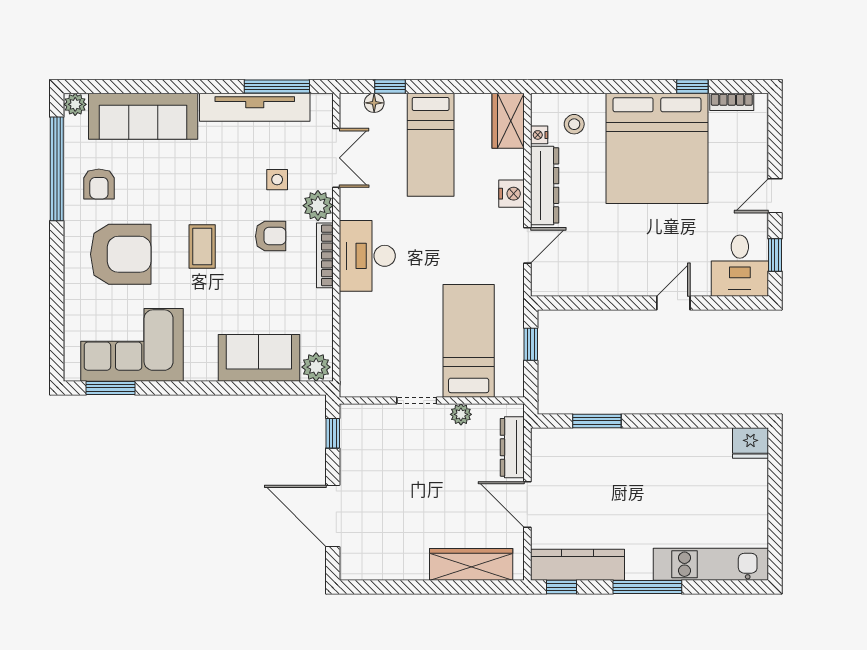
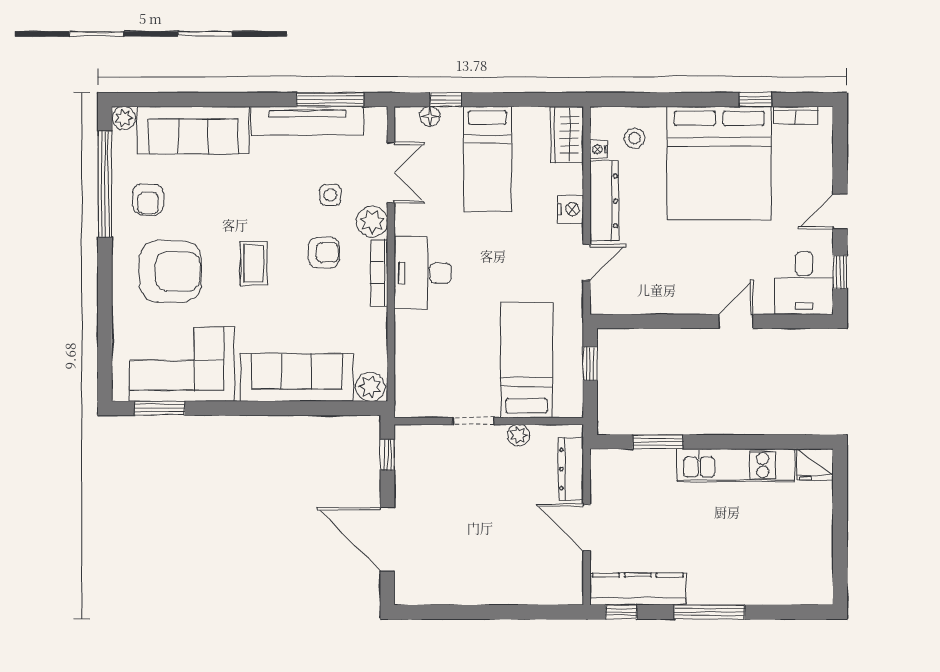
sofa: (259, 358) -> (297, 377), width x1.36
wardrobe: (471, 564) -> (529, 589), removed
kitchen unit: (711, 564) -> (736, 465), moved, turned 180

